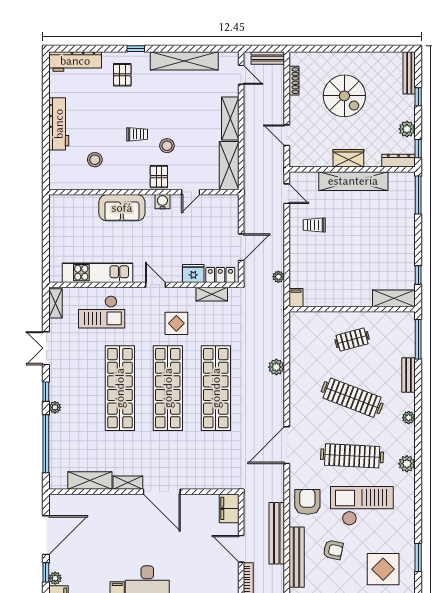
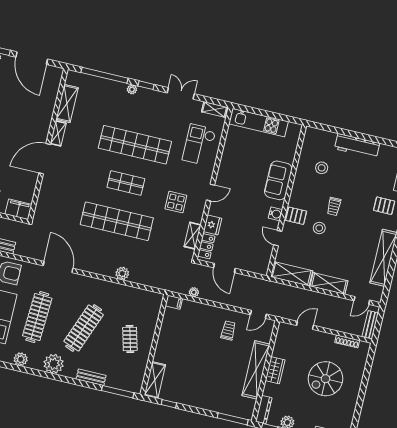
kitchen unit: (97, 273) -> (258, 123), moved, turned 90
shop shelf: (168, 388) -> (126, 183), width x0.50, depth x0.74
plant: (409, 418) -> (54, 364), width x1.87, depth x1.87

